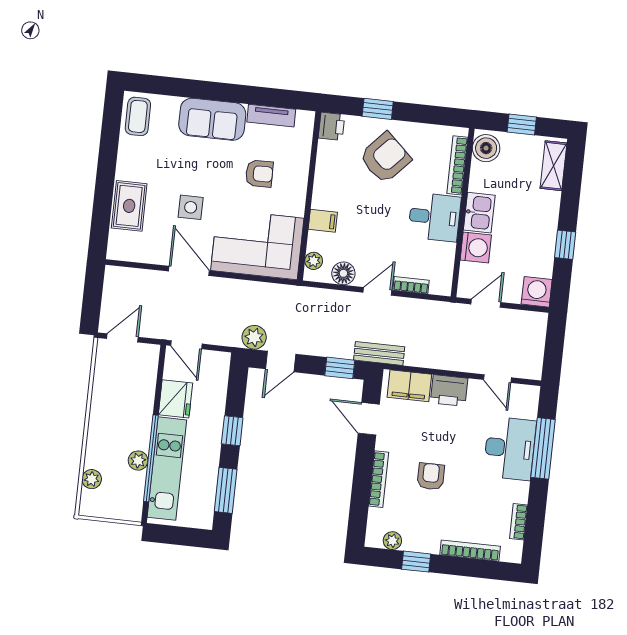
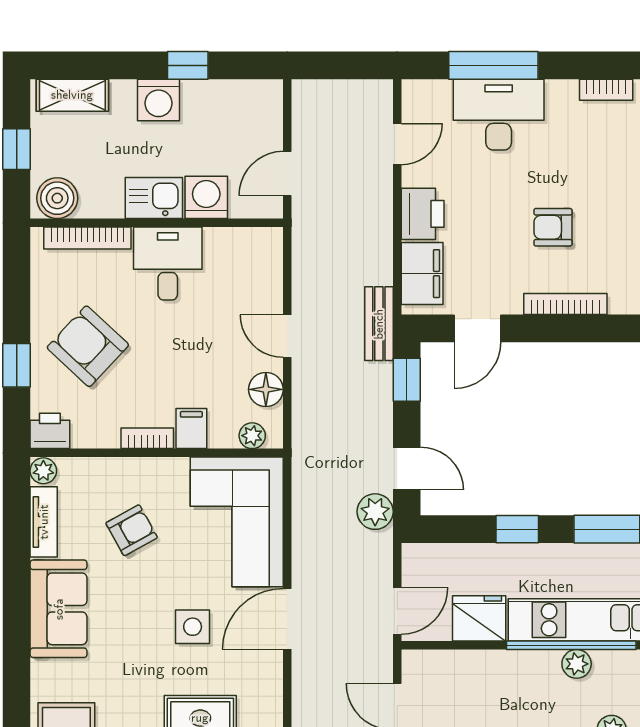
plant: (305, 119) -> (43, 471), added
armchair: (259, 174) -> (132, 530), turned 62
bookcase: (411, 285) -> (147, 438), moved, turned 90
washing machine: (537, 292) -> (158, 100), moved, turned -90
door: (486, 303) -> (287, 174), hinge flipped

